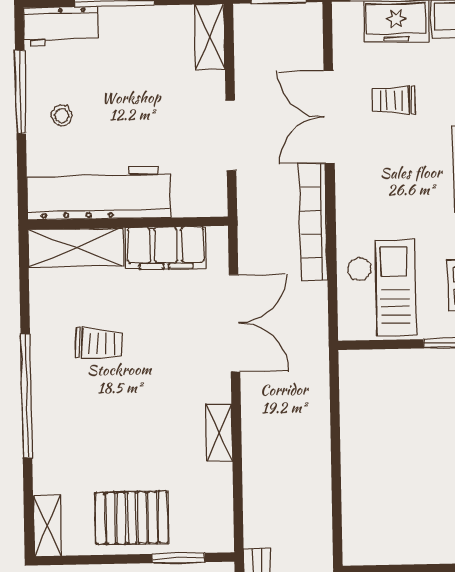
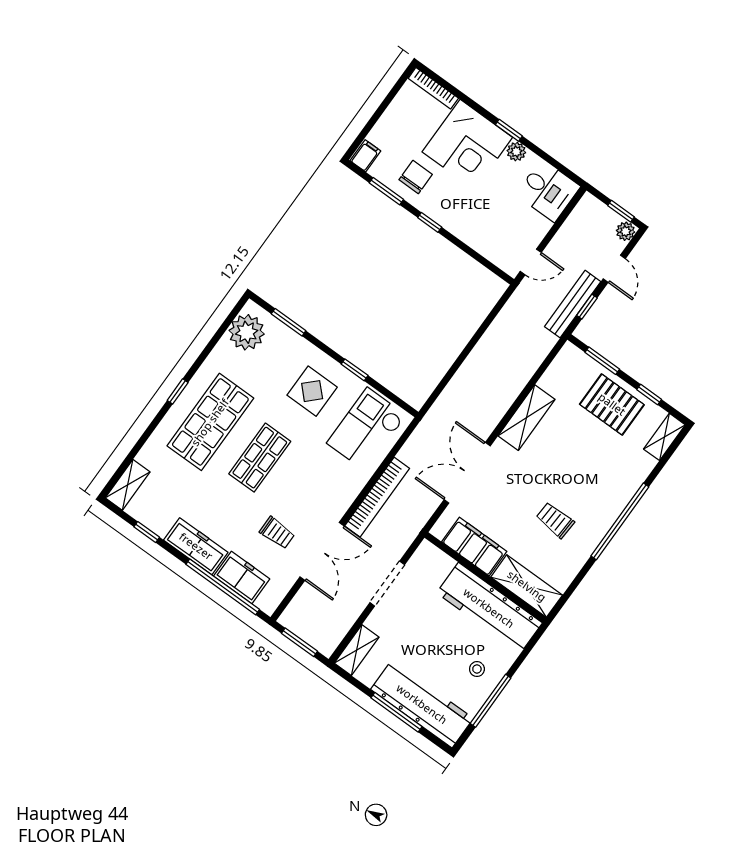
workbench: (61, 26) -> (422, 704), width x1.88, depth x1.32
shelving: (219, 433) -> (527, 418), width x1.50, depth x1.33
window: (99, 560) -> (649, 394), added

